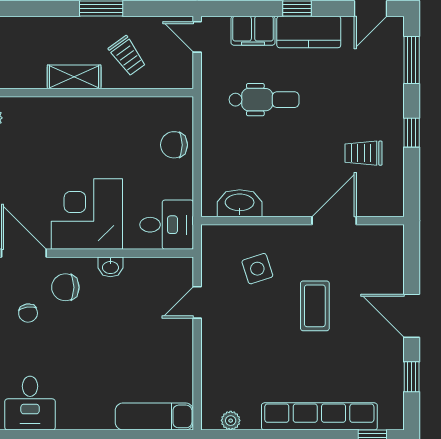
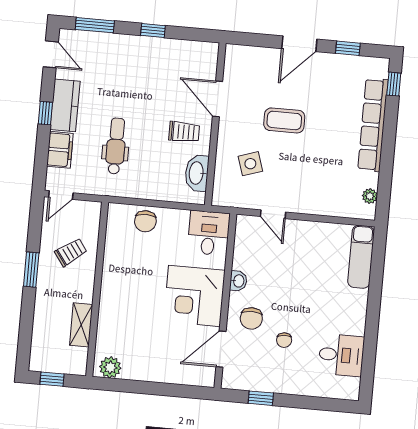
shelving: (74, 77) -> (81, 325), moved
trolley: (364, 153) -> (184, 132), moved, turned -90
chair: (28, 313) -> (284, 340), moved, turned 94

